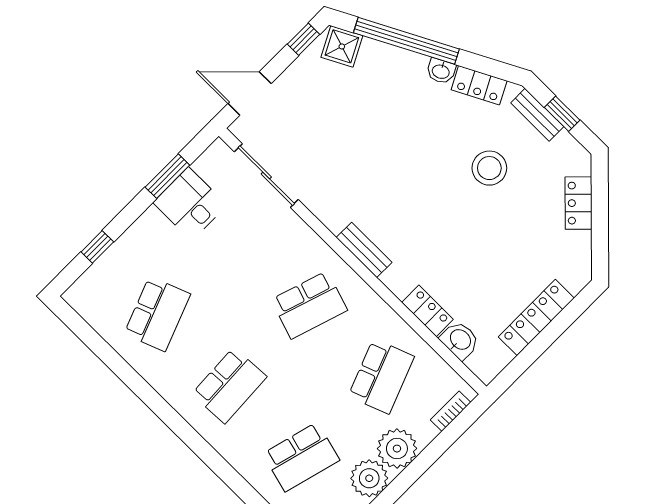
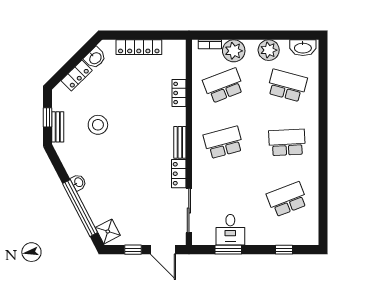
window: (303, 39) -> (133, 250), moved
locker: (479, 85) -> (179, 174), moved, turned -153
school desk: (309, 305) -> (223, 142), turned -33
washbasin: (460, 340) -> (95, 58), moved, turned -135
plant: (397, 449) -> (234, 51), moved

